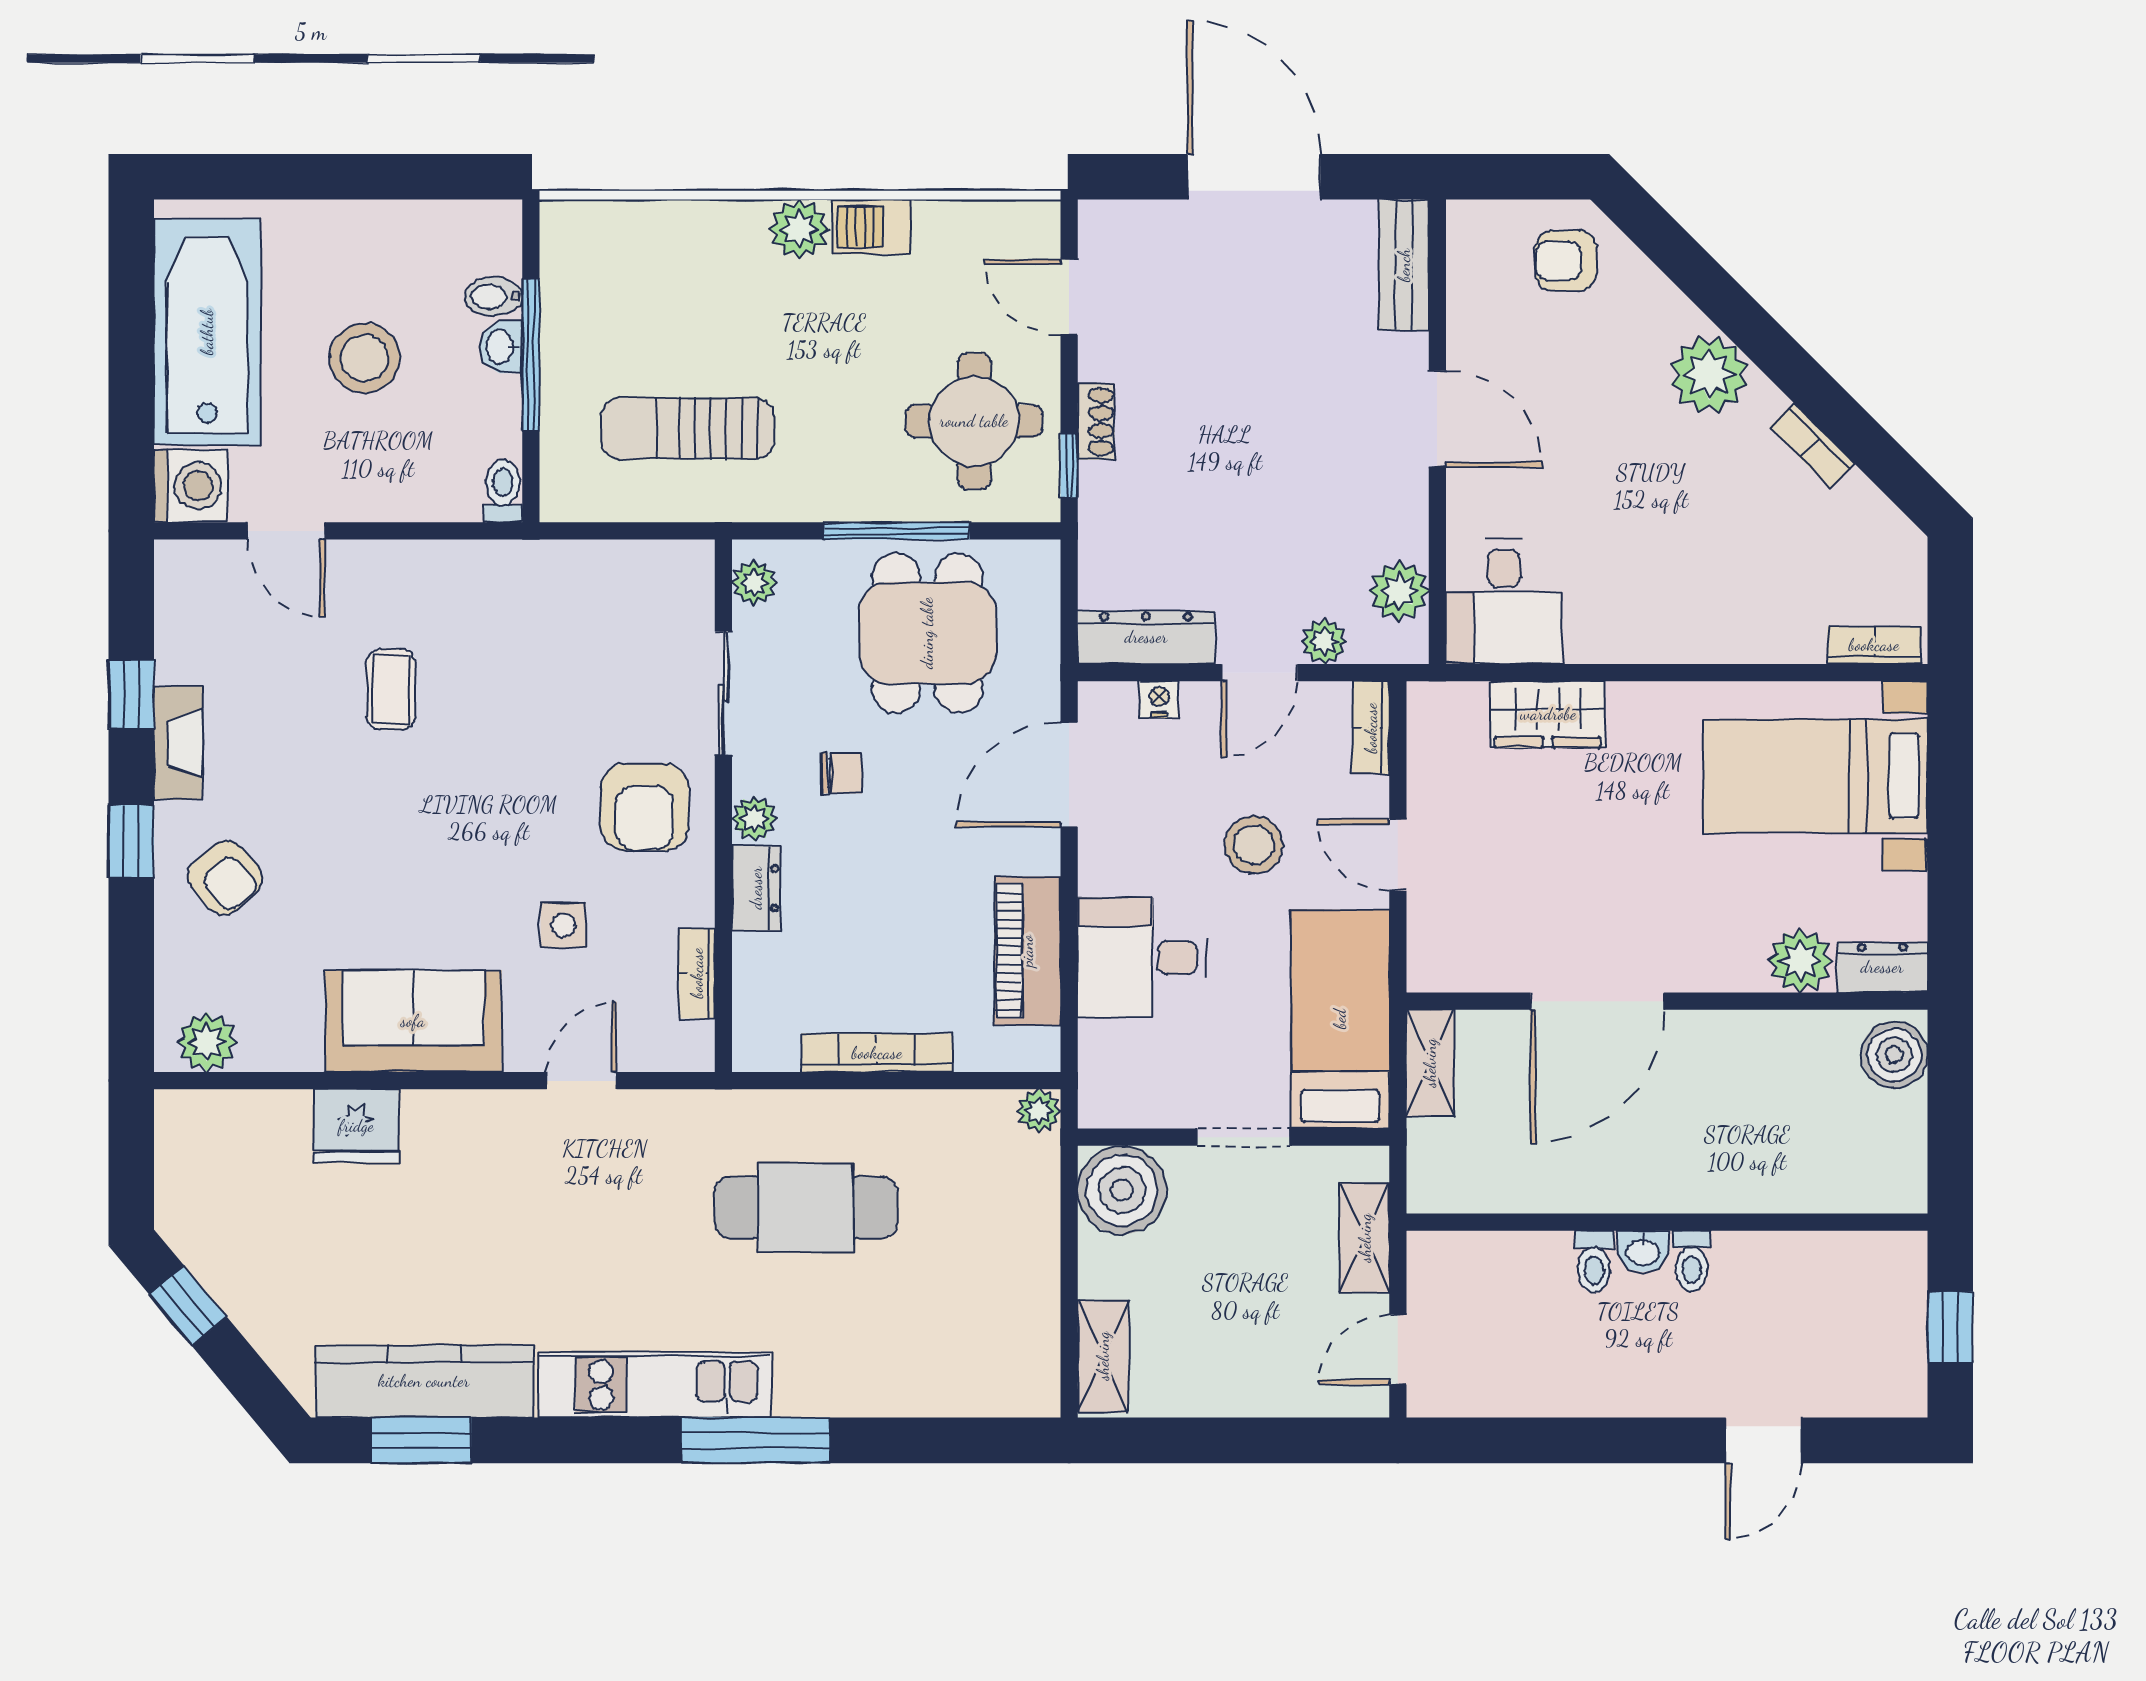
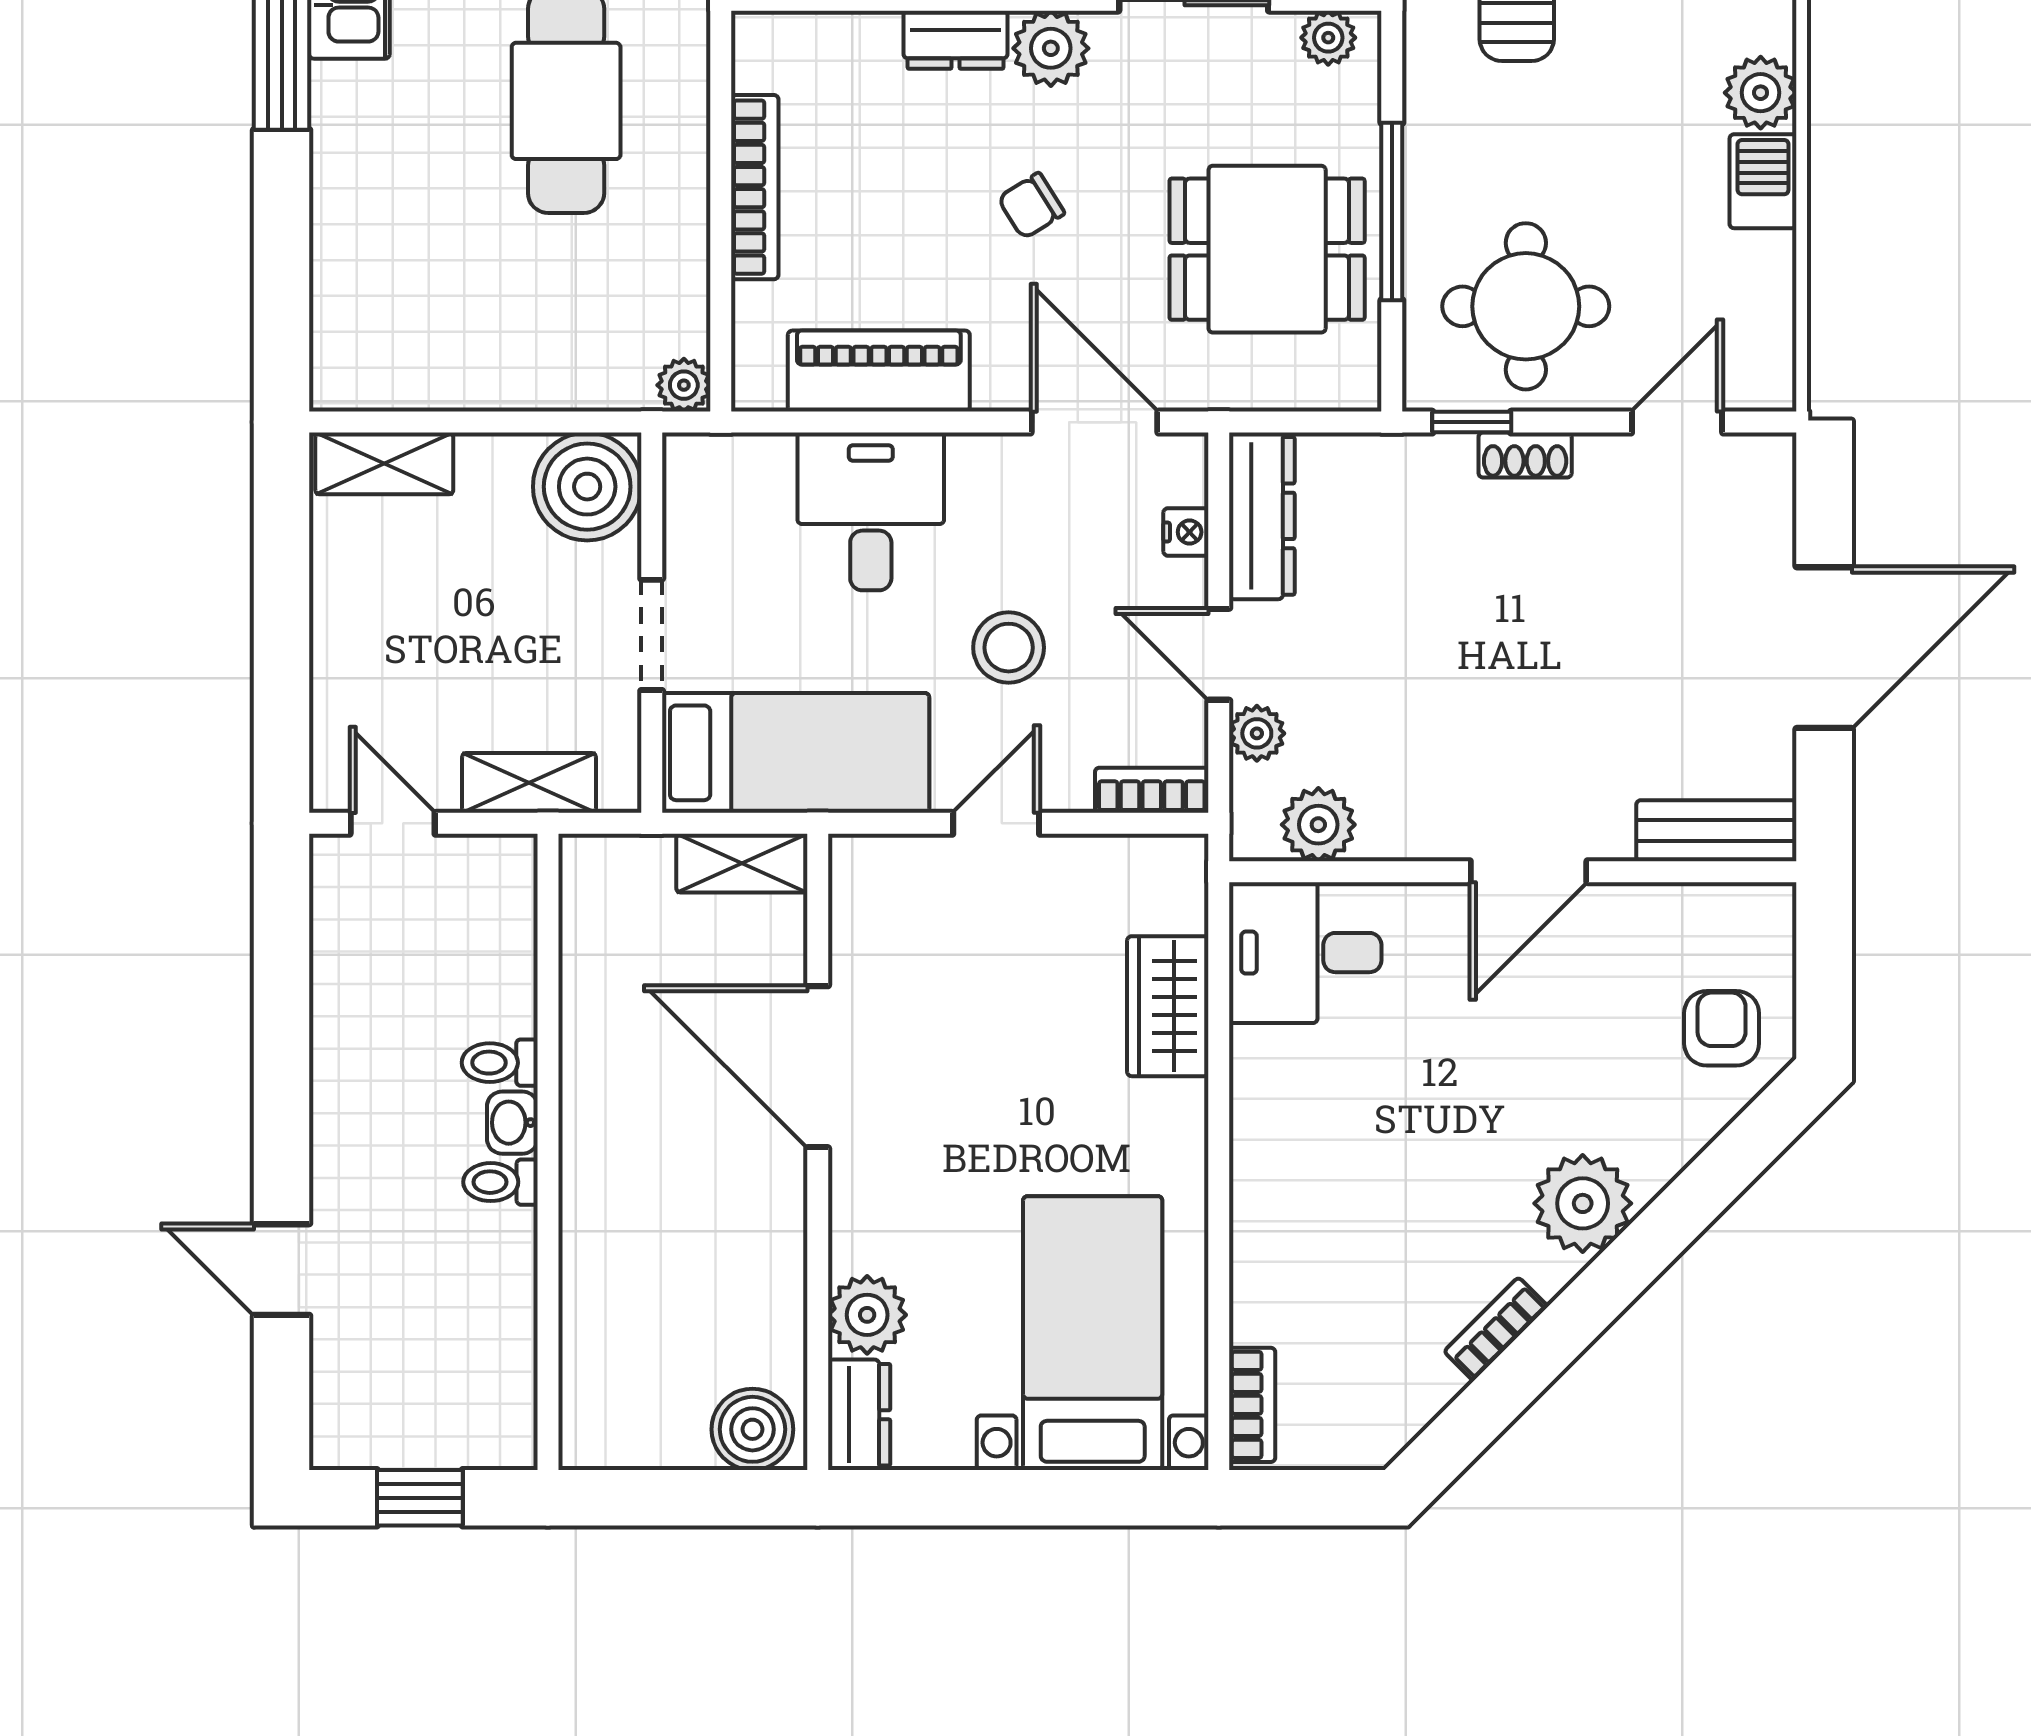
chair: (841, 773) -> (1031, 206), moved, turned 58
plant: (754, 819) -> (1051, 48), width x1.38, depth x1.38

